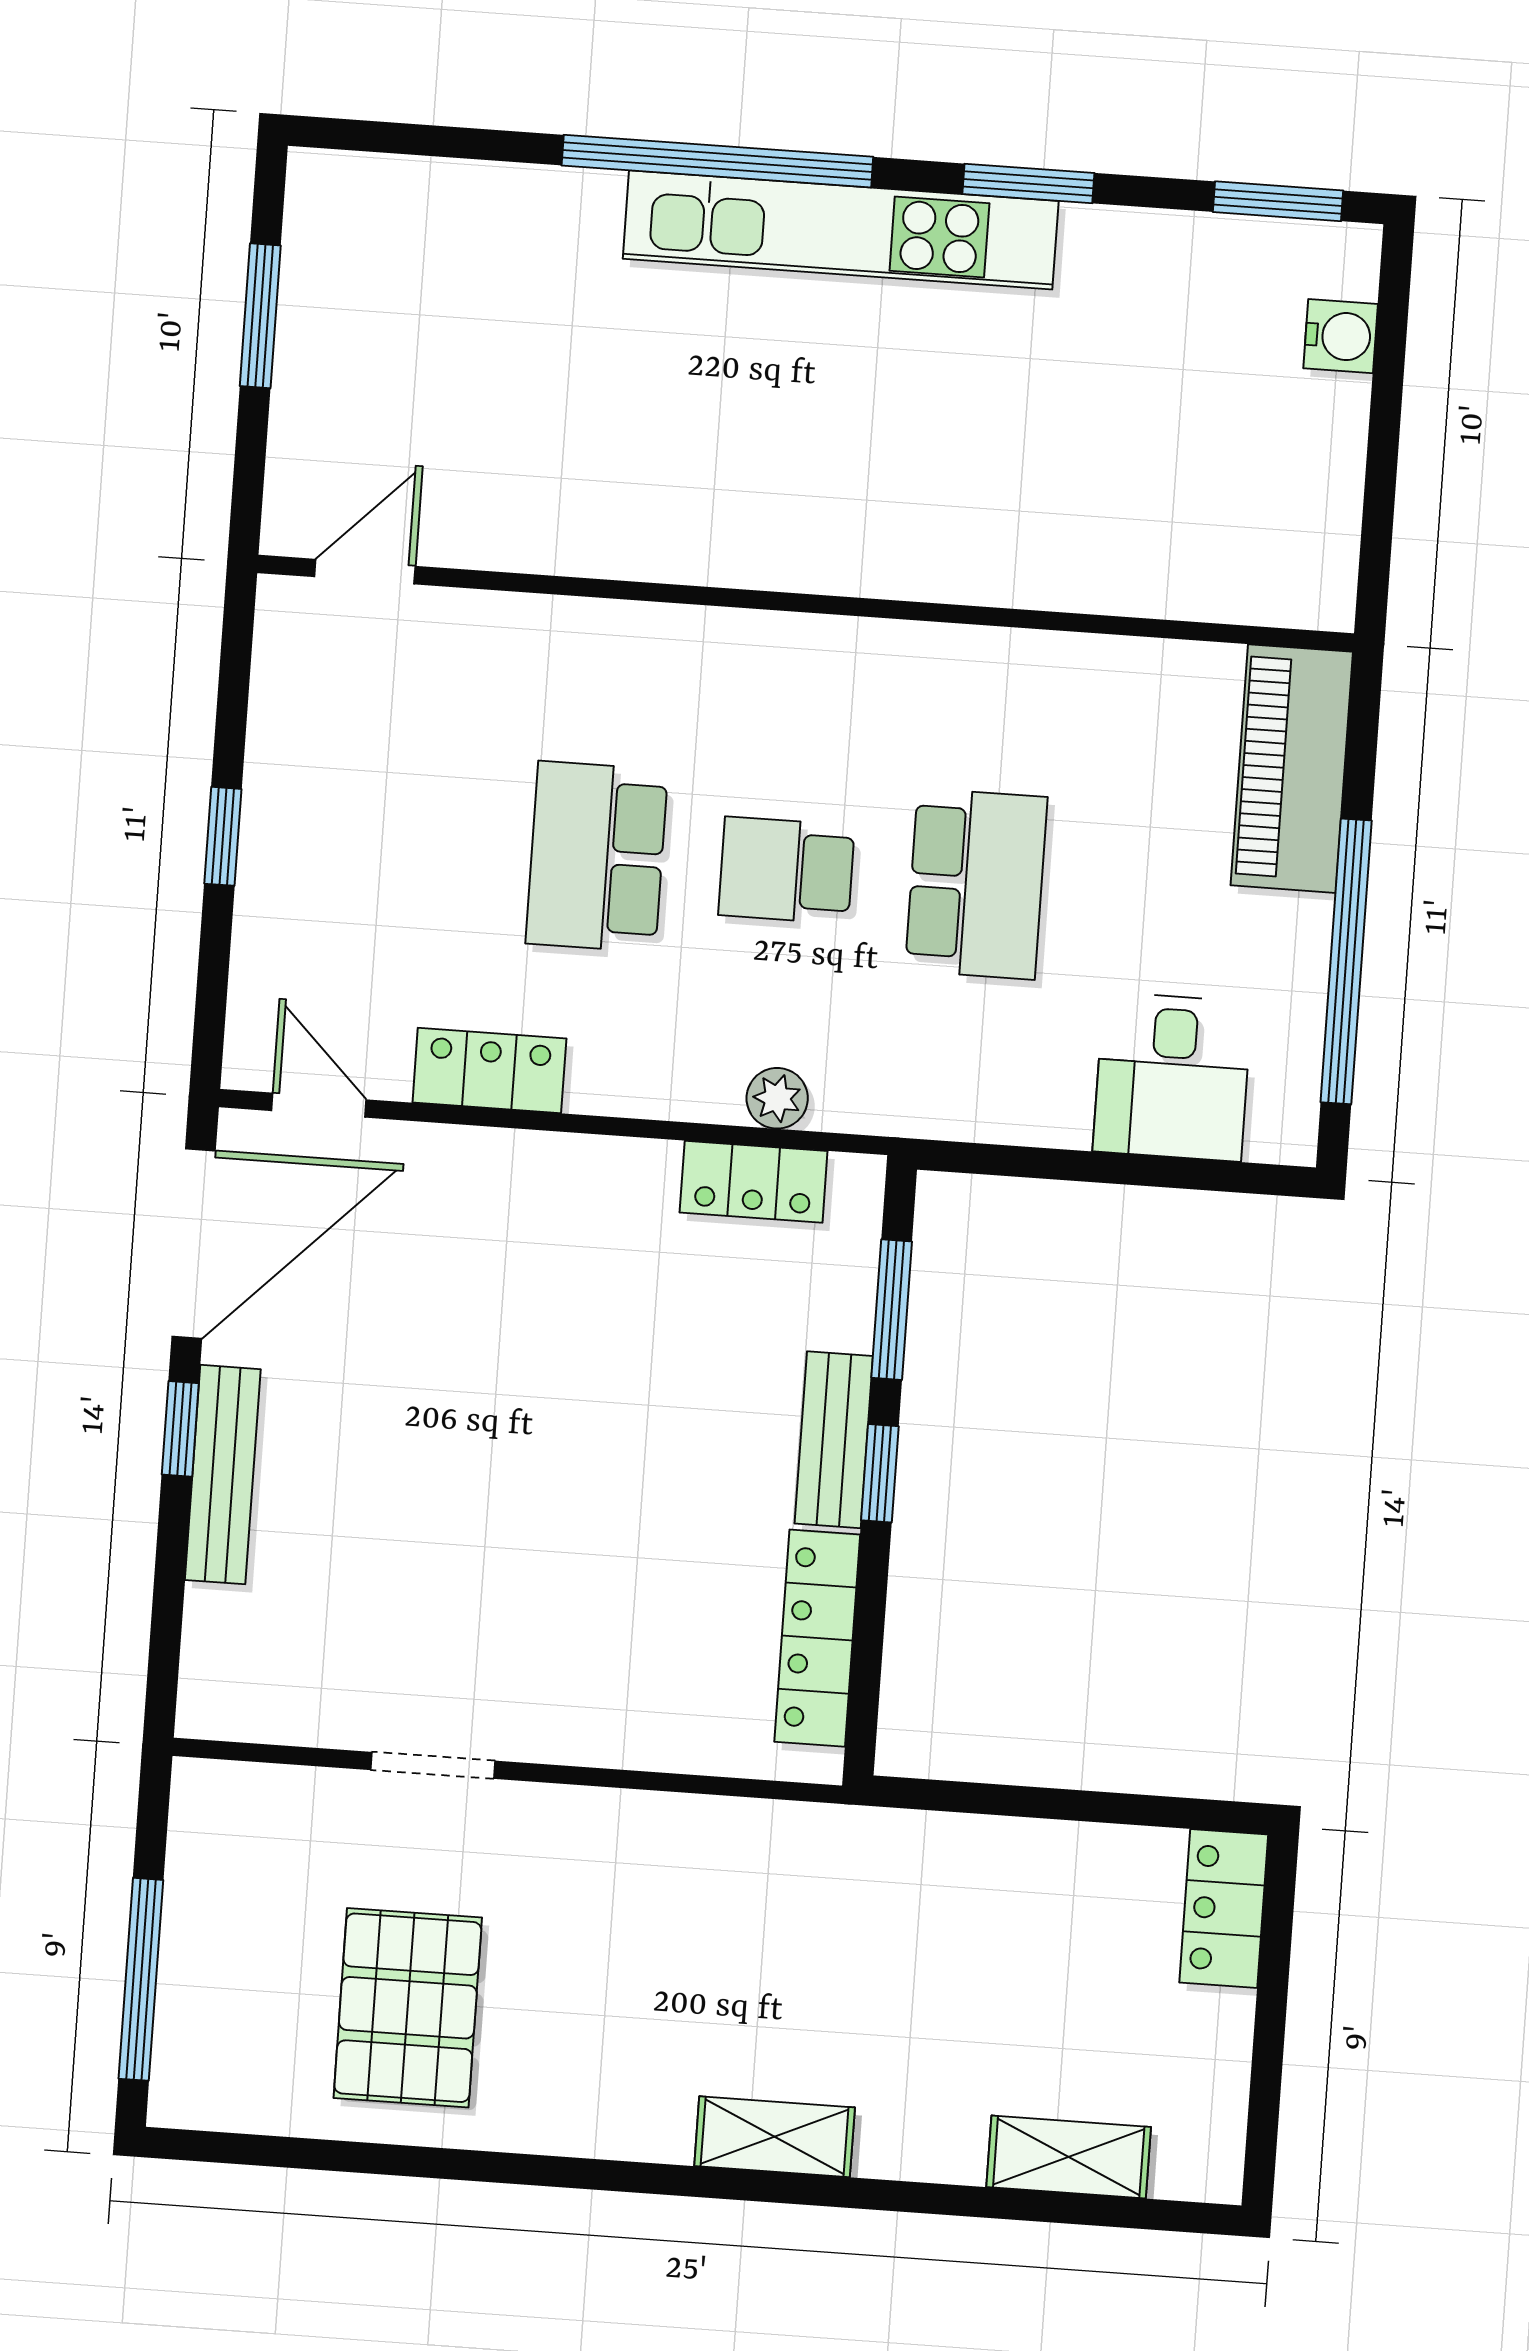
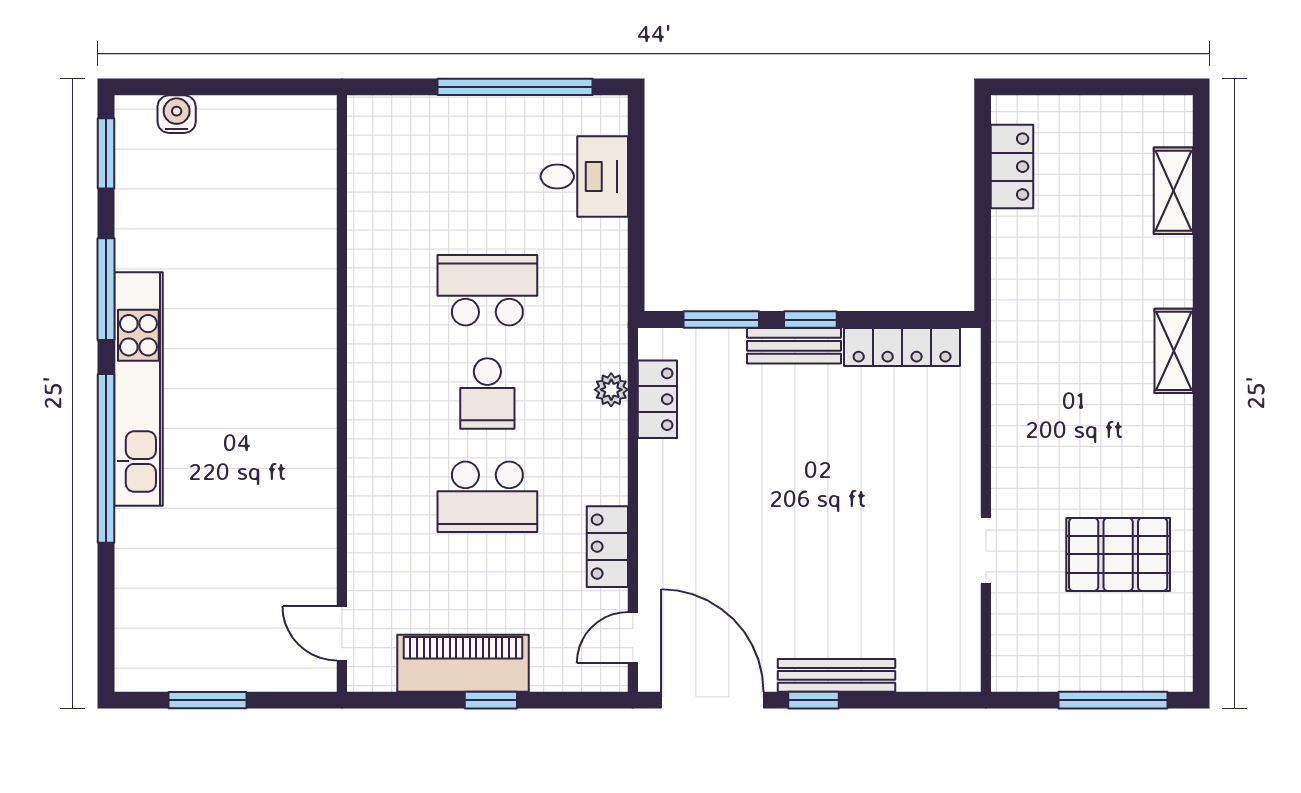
window: (1028, 183) -> (106, 289), width x1.44
piano: (1292, 769) -> (463, 663), moved, turned 180
locker: (1224, 1909) -> (1012, 167), moved, turned -90

